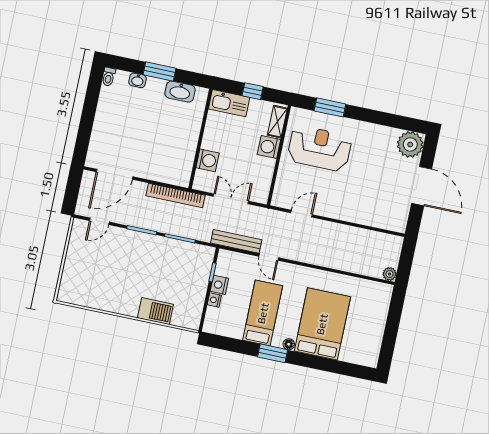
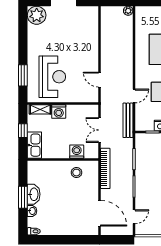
washbasin: (180, 92) -> (34, 194), moved
reception desk: (319, 148) -> (52, 77), turned 180
stool: (178, 154) -> (76, 173), added
door: (99, 221) -> (134, 217), hinge flipped

